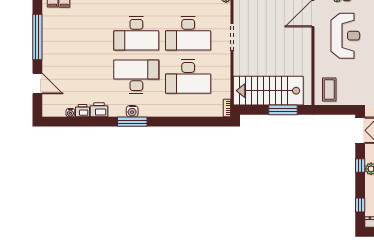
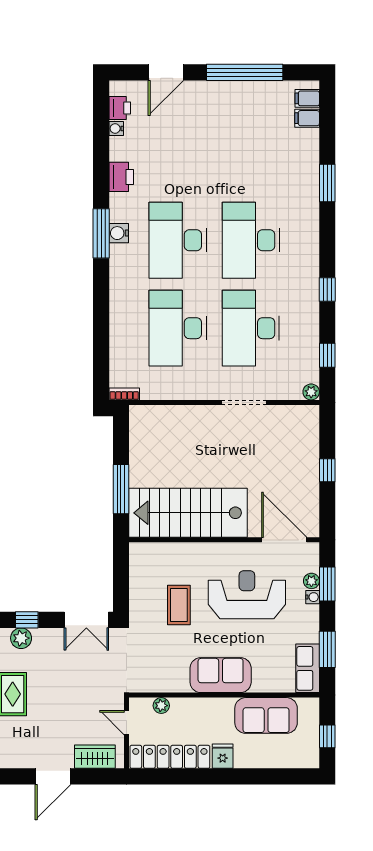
reception desk: (345, 36) -> (247, 595), turned 180
desk: (136, 77) -> (178, 240), turned 180
coffee table: (329, 90) -> (179, 605), moved, turned 90
stairs: (268, 91) -> (188, 513), moved, turned -90
printer: (82, 111) -> (120, 108), moved

